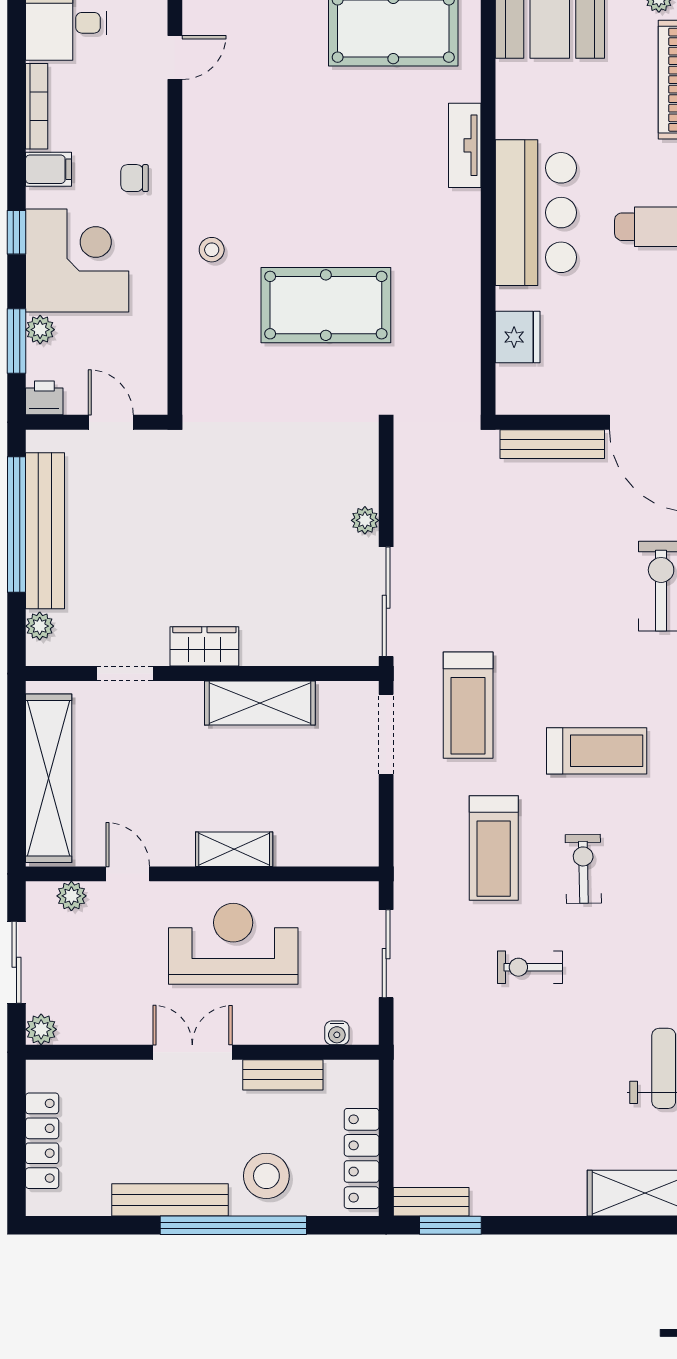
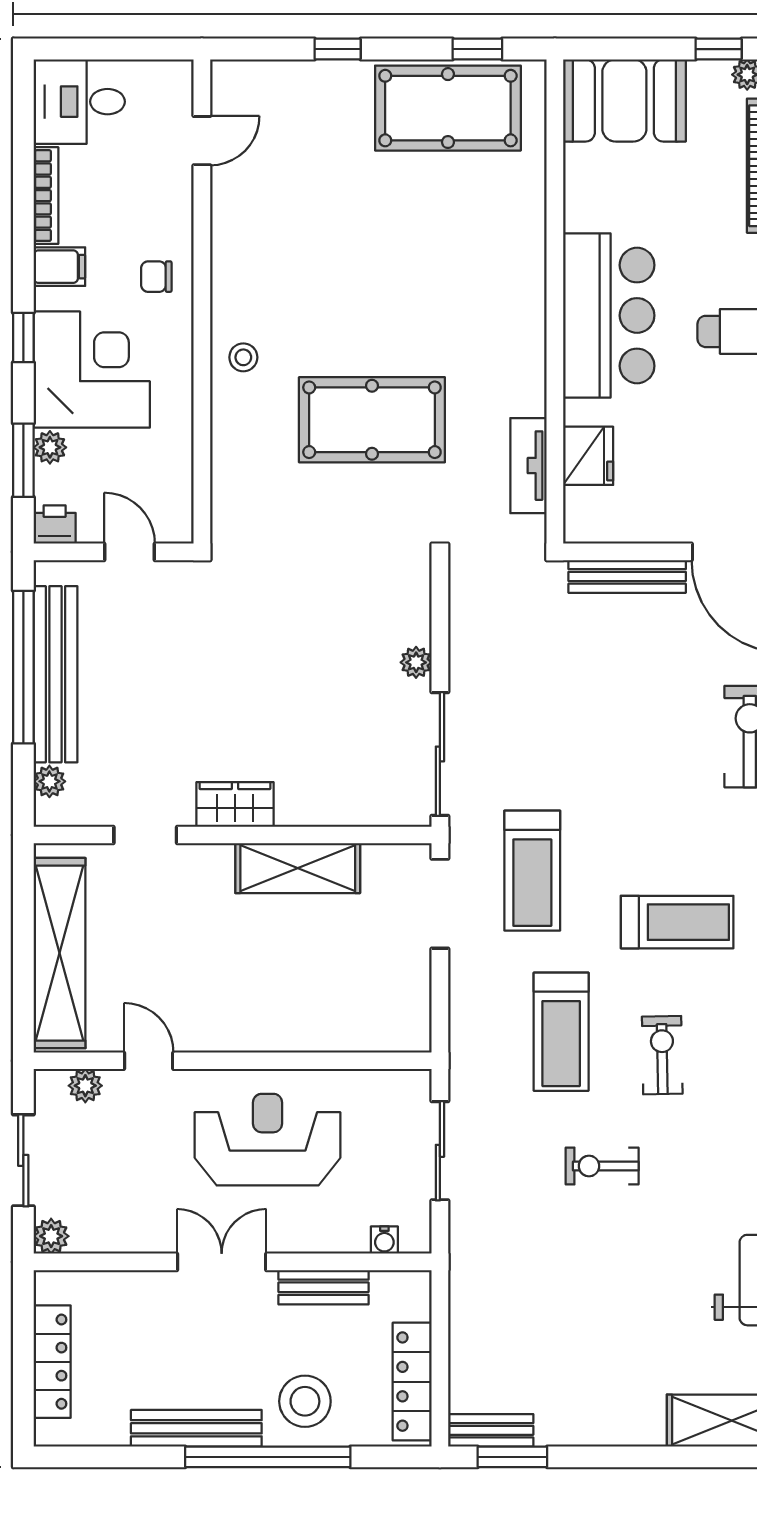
tv unit: (465, 145) -> (528, 466), moved
shelving: (234, 849) -> (269, 1033), removed

